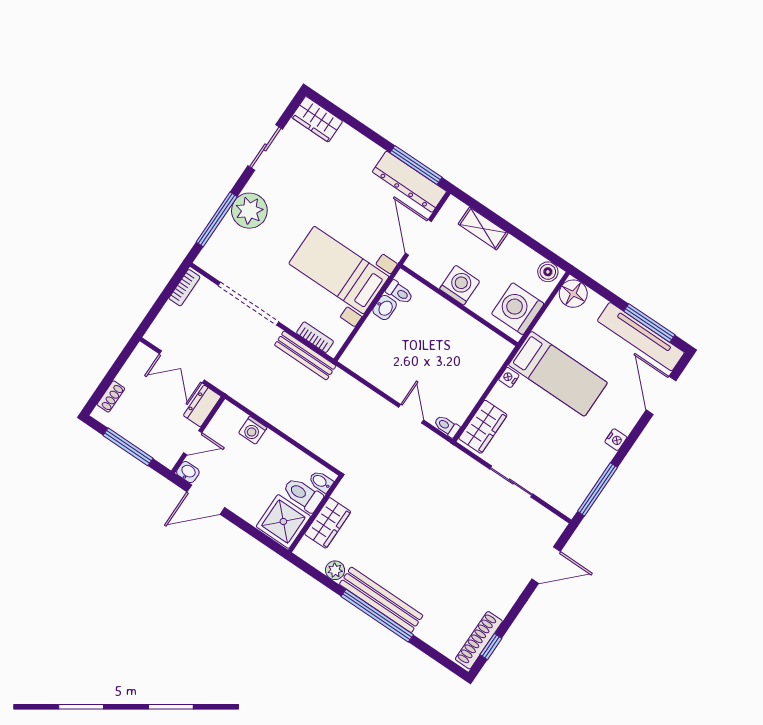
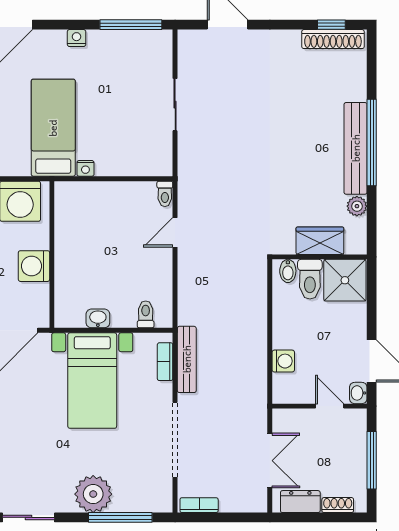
toilet: (399, 292) -> (146, 314), moved
dresser: (202, 406) -> (300, 502), moved, turned 180
wardrobe: (483, 427) -> (144, 162), removed

